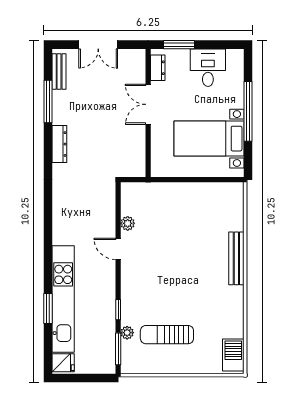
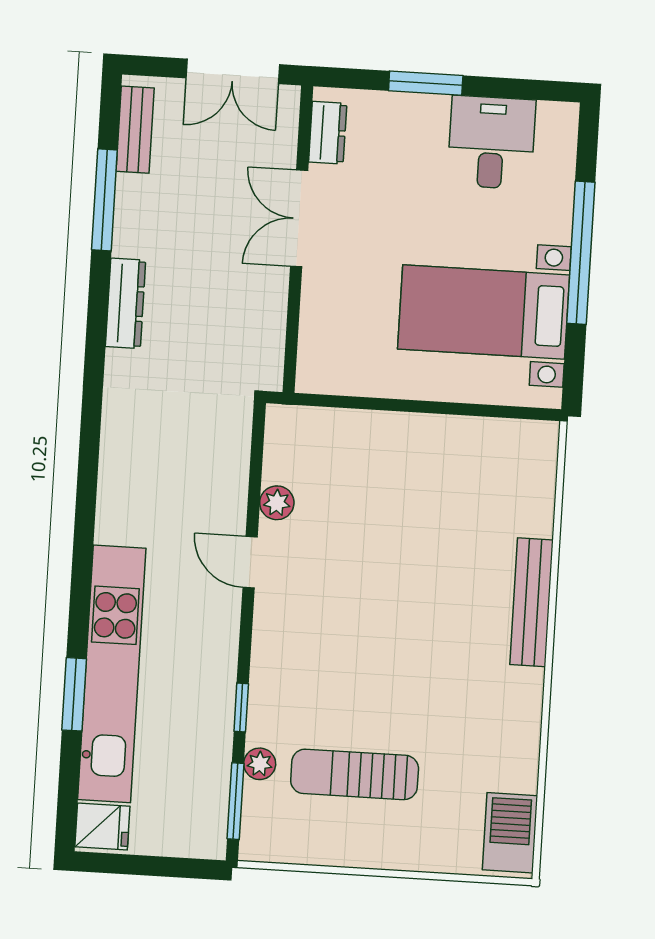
dresser: (158, 68) -> (328, 133), moved
double door: (148, 104) -> (299, 218), moved
wall: (148, 113) -> (298, 239), moved

